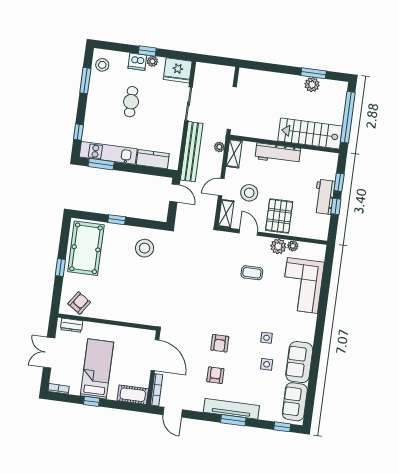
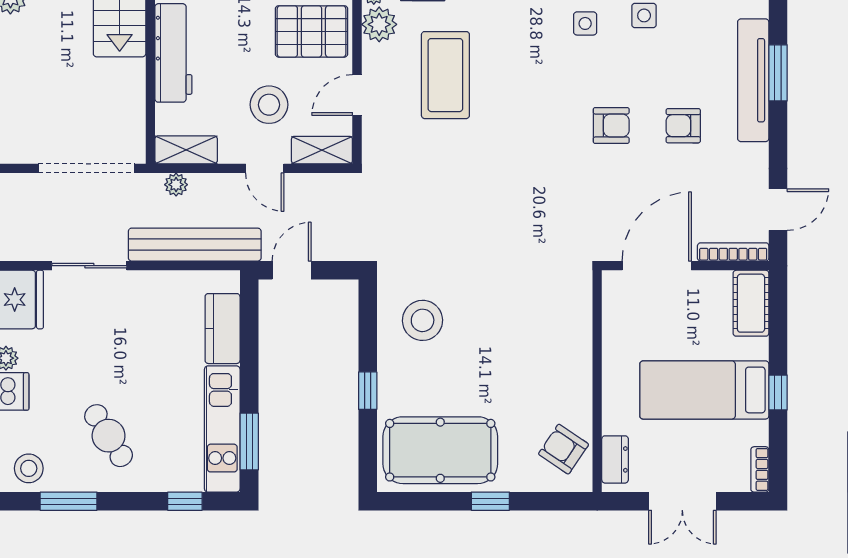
cafe table: (131, 102) -> (109, 436), moved, turned 58
coffee table: (252, 273) -> (445, 75), width x1.86, depth x1.72

